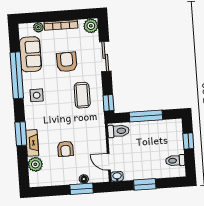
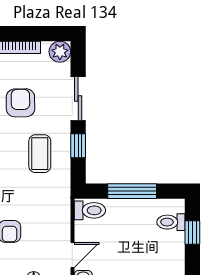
window: (108, 103) -> (78, 146), moved
toilet: (175, 161) -> (171, 222), moved
door: (109, 162) -> (72, 255), swing flipped

